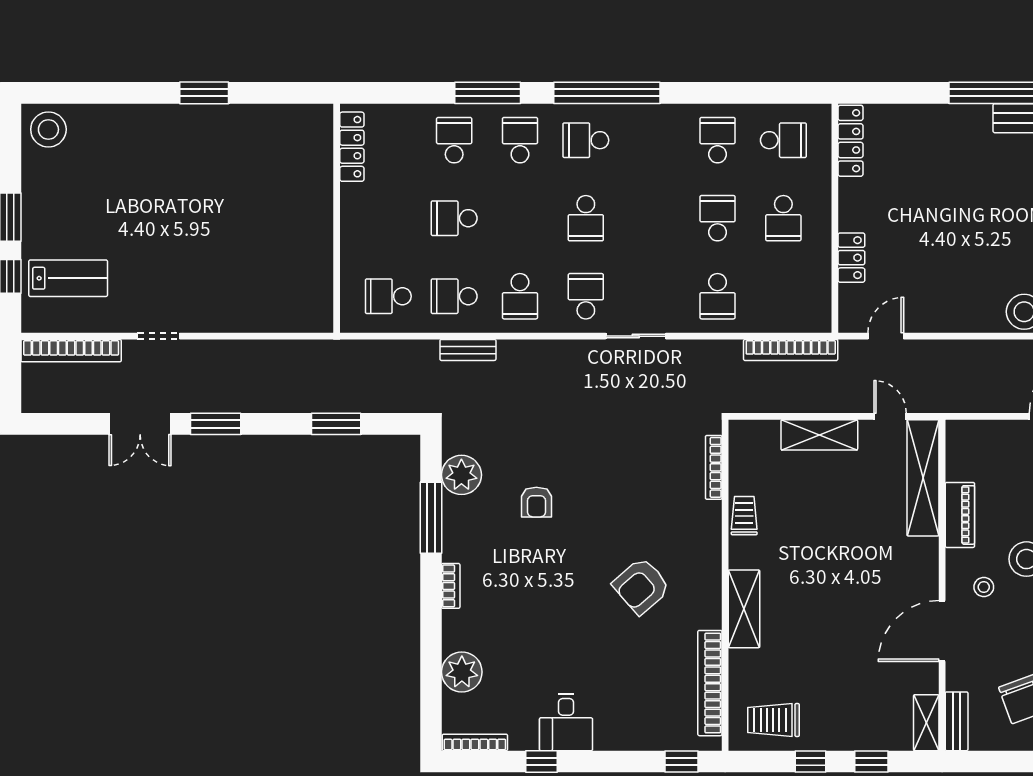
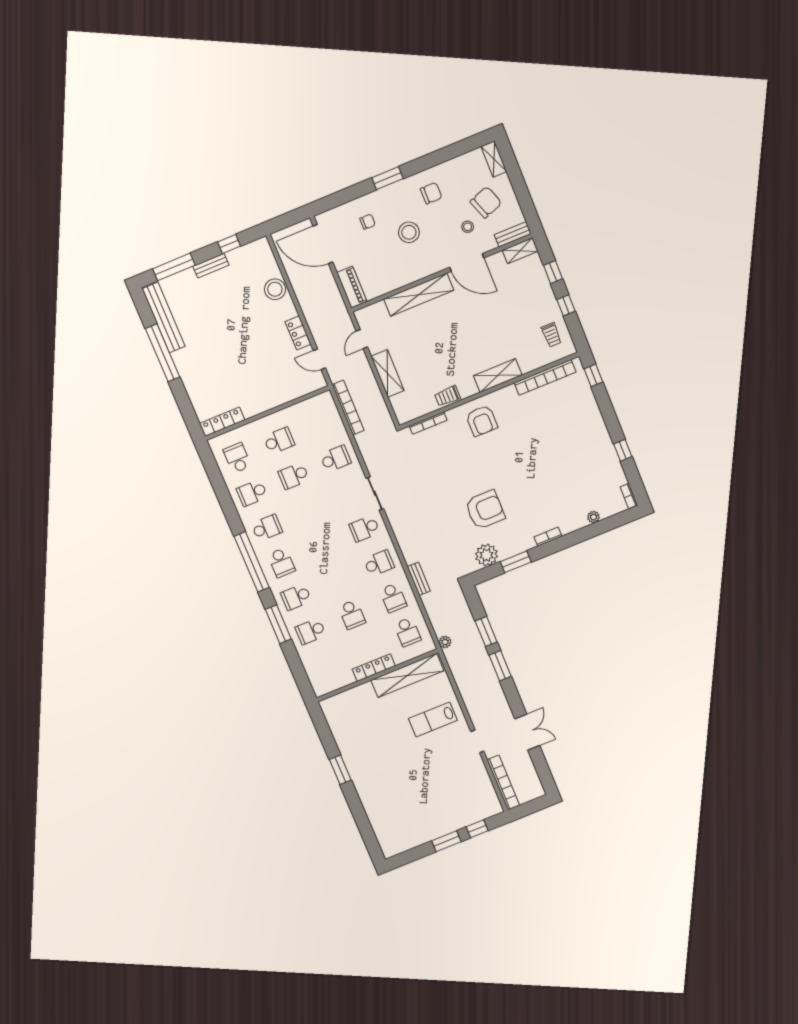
stool: (48, 129) -> (393, 841), removed
locker: (352, 147) -> (374, 668), moved
school desk: (586, 218) -> (267, 528), moved
locker: (851, 258) -> (298, 333), moved, turned -90
shelving: (316, 267) -> (407, 675), added
lab bench: (68, 278) -> (433, 719), moved, turned -90
plant: (346, 350) -> (445, 642), added
window: (216, 424) -> (500, 666), moved
shelving: (923, 478) -> (419, 295), moved
armchair: (536, 502) -> (485, 510), width x1.88, depth x1.88
piano: (960, 515) -> (352, 287), moved, turned 90
window: (431, 518) -> (516, 562), width x0.69
armchair: (641, 586) -> (482, 421), moved, turned 41
stool: (984, 587) -> (468, 227), moved
plant: (462, 672) -> (593, 517), width x0.53, depth x0.53
trolley: (774, 720) -> (551, 335), width x0.73, depth x0.72
desk: (566, 722) -> (597, 446), removed
bookcase: (475, 742) -> (629, 496), width x0.64

